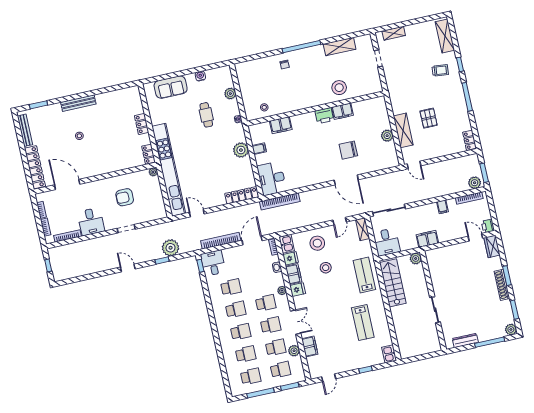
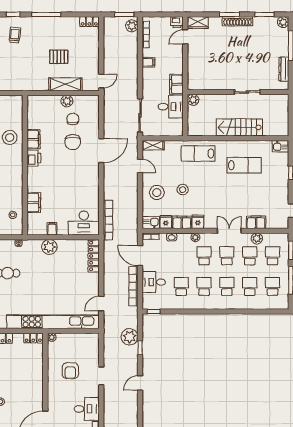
chair: (371, 145) -> (73, 119), added
desk: (387, 242) -> (171, 107), moved
desk: (213, 263) -> (154, 282), moved
stairs: (393, 283) -> (239, 127), moved

